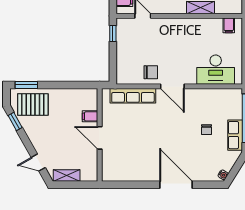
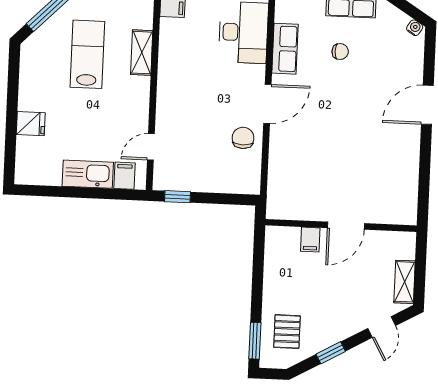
row of seats: (133, 96) -> (285, 49), moved, width x0.68
pallet: (33, 104) -> (287, 332), width x0.67, depth x0.71
window: (15, 121) -> (331, 353), moved
door: (176, 185) -> (427, 105), width x0.73

